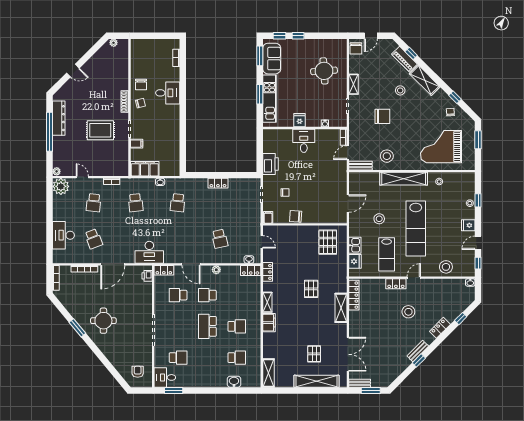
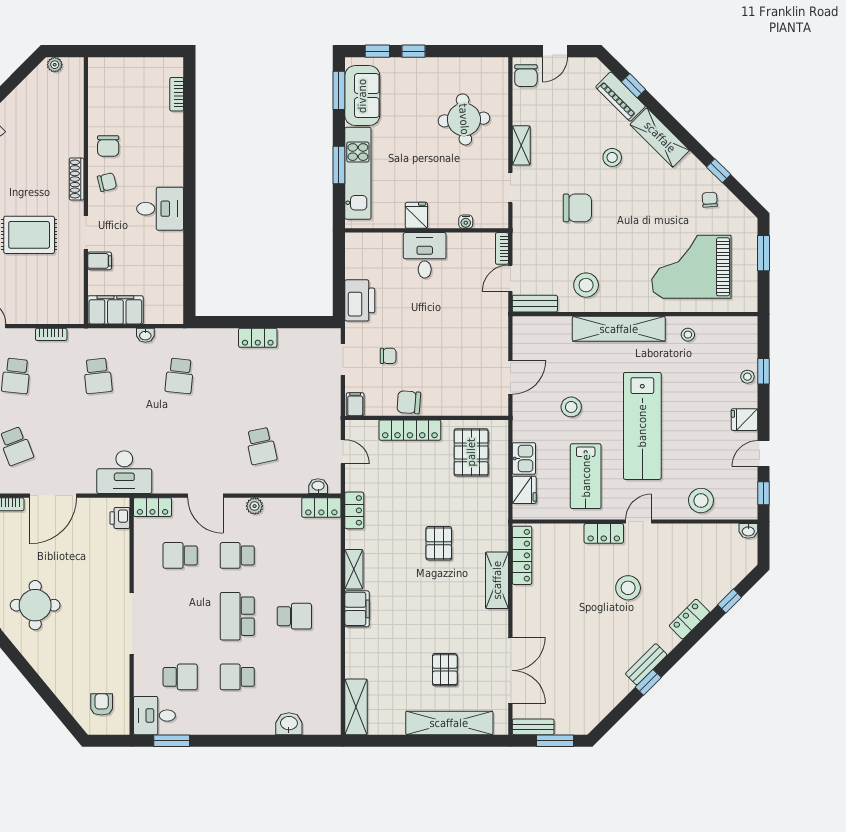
desk: (168, 93) -> (160, 209), moved
locker: (296, 231) -> (410, 430), added
school desk: (237, 358) -> (237, 677), moved, turned 180

